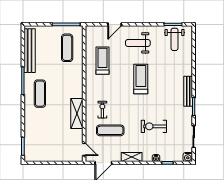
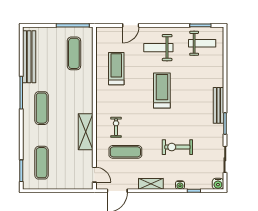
weight bench: (175, 39) -> (202, 43), turned -90
exercise mat: (40, 139) -> (42, 163), added

